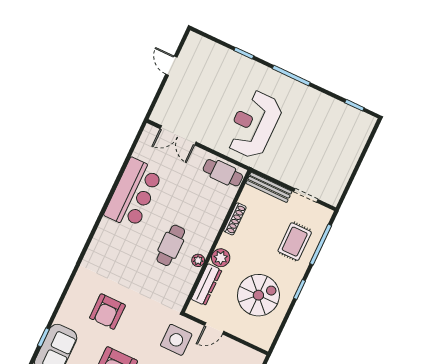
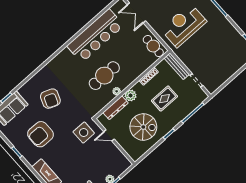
bar counter: (133, 193) -> (95, 36), width x1.36
rug: (295, 242) -> (165, 99), moved
cafe table: (171, 245) -> (104, 76), width x1.37, depth x1.35
armchair: (107, 312) -> (50, 99), turned -69

